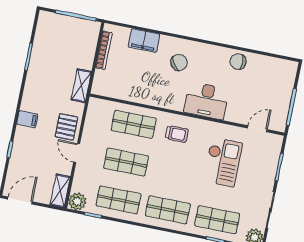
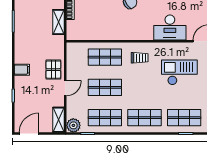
shelving: (81, 86) -> (58, 22), moved
desk: (206, 101) -> (170, 27), moved
door: (77, 153) -> (65, 88), swing flipped
checkout: (223, 162) -> (179, 72), turned -90

